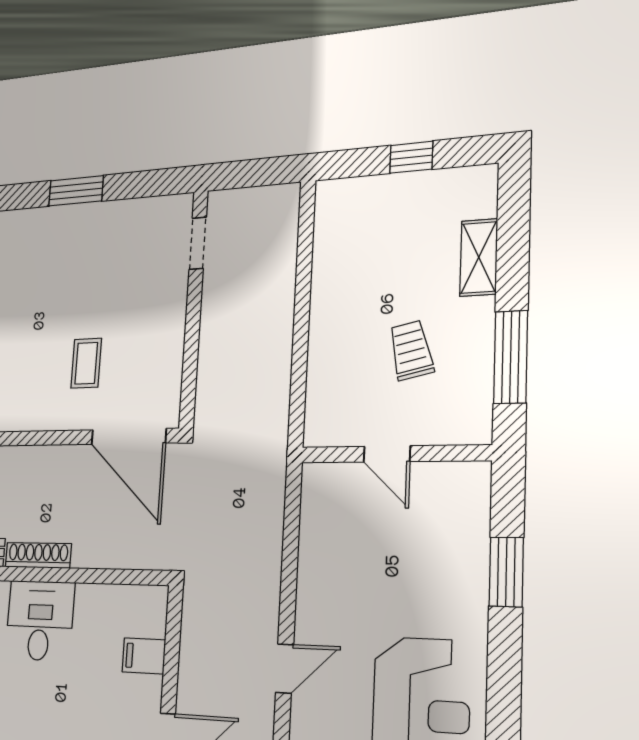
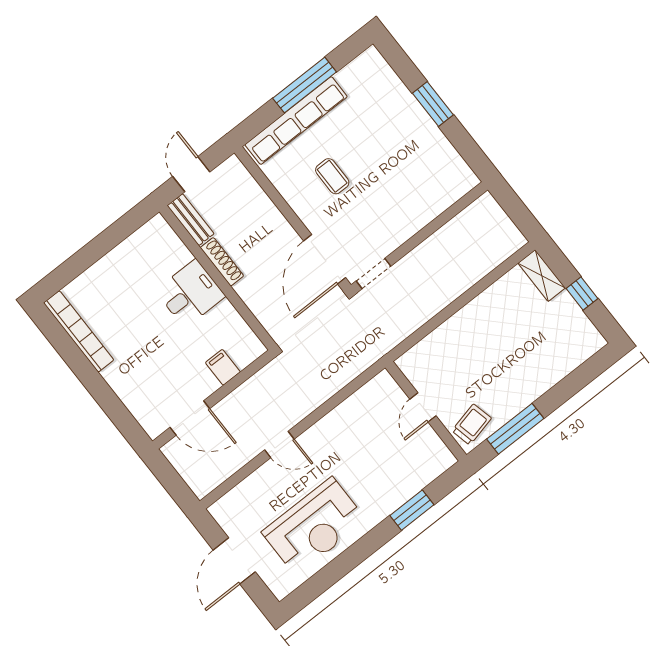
doorway: (198, 243) -> (373, 273), moved
shelving: (479, 257) -> (542, 276), moved, turned 90
trolley: (411, 350) -> (472, 424), moved
coffee table: (86, 363) -> (332, 176), moved, turned 90

